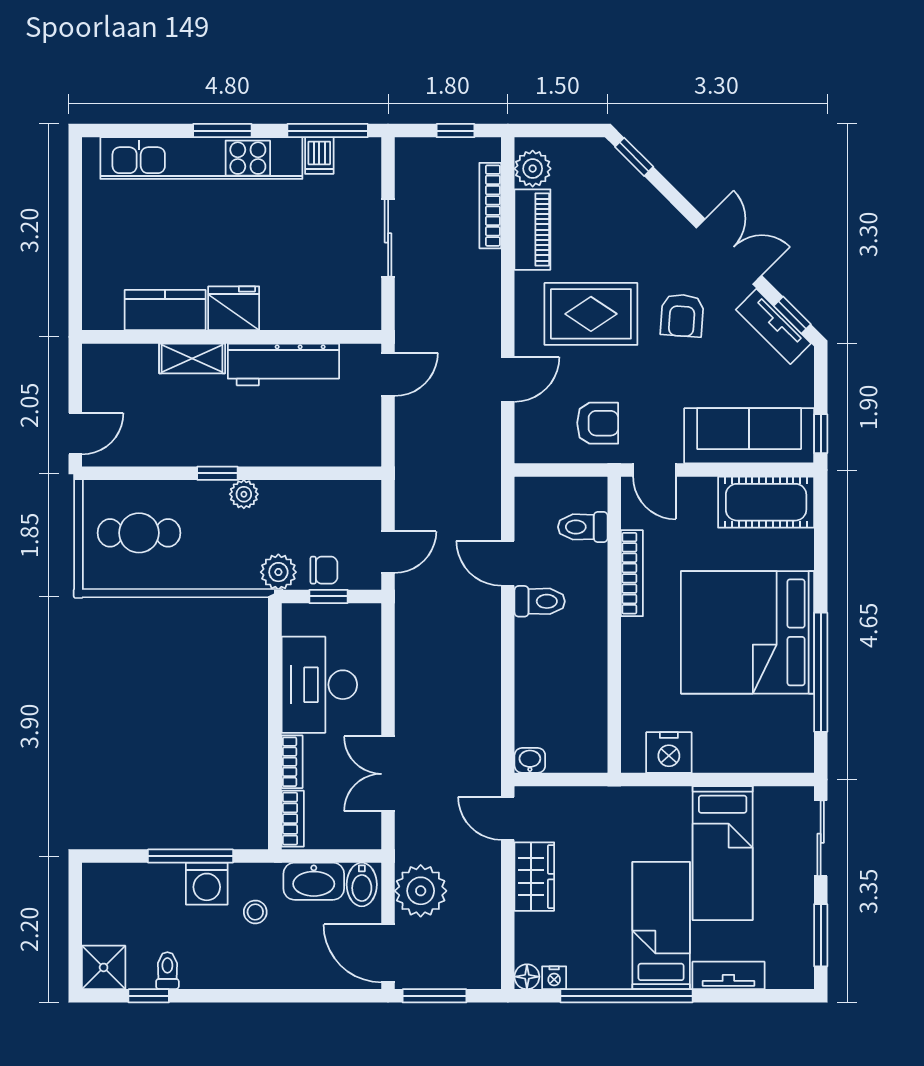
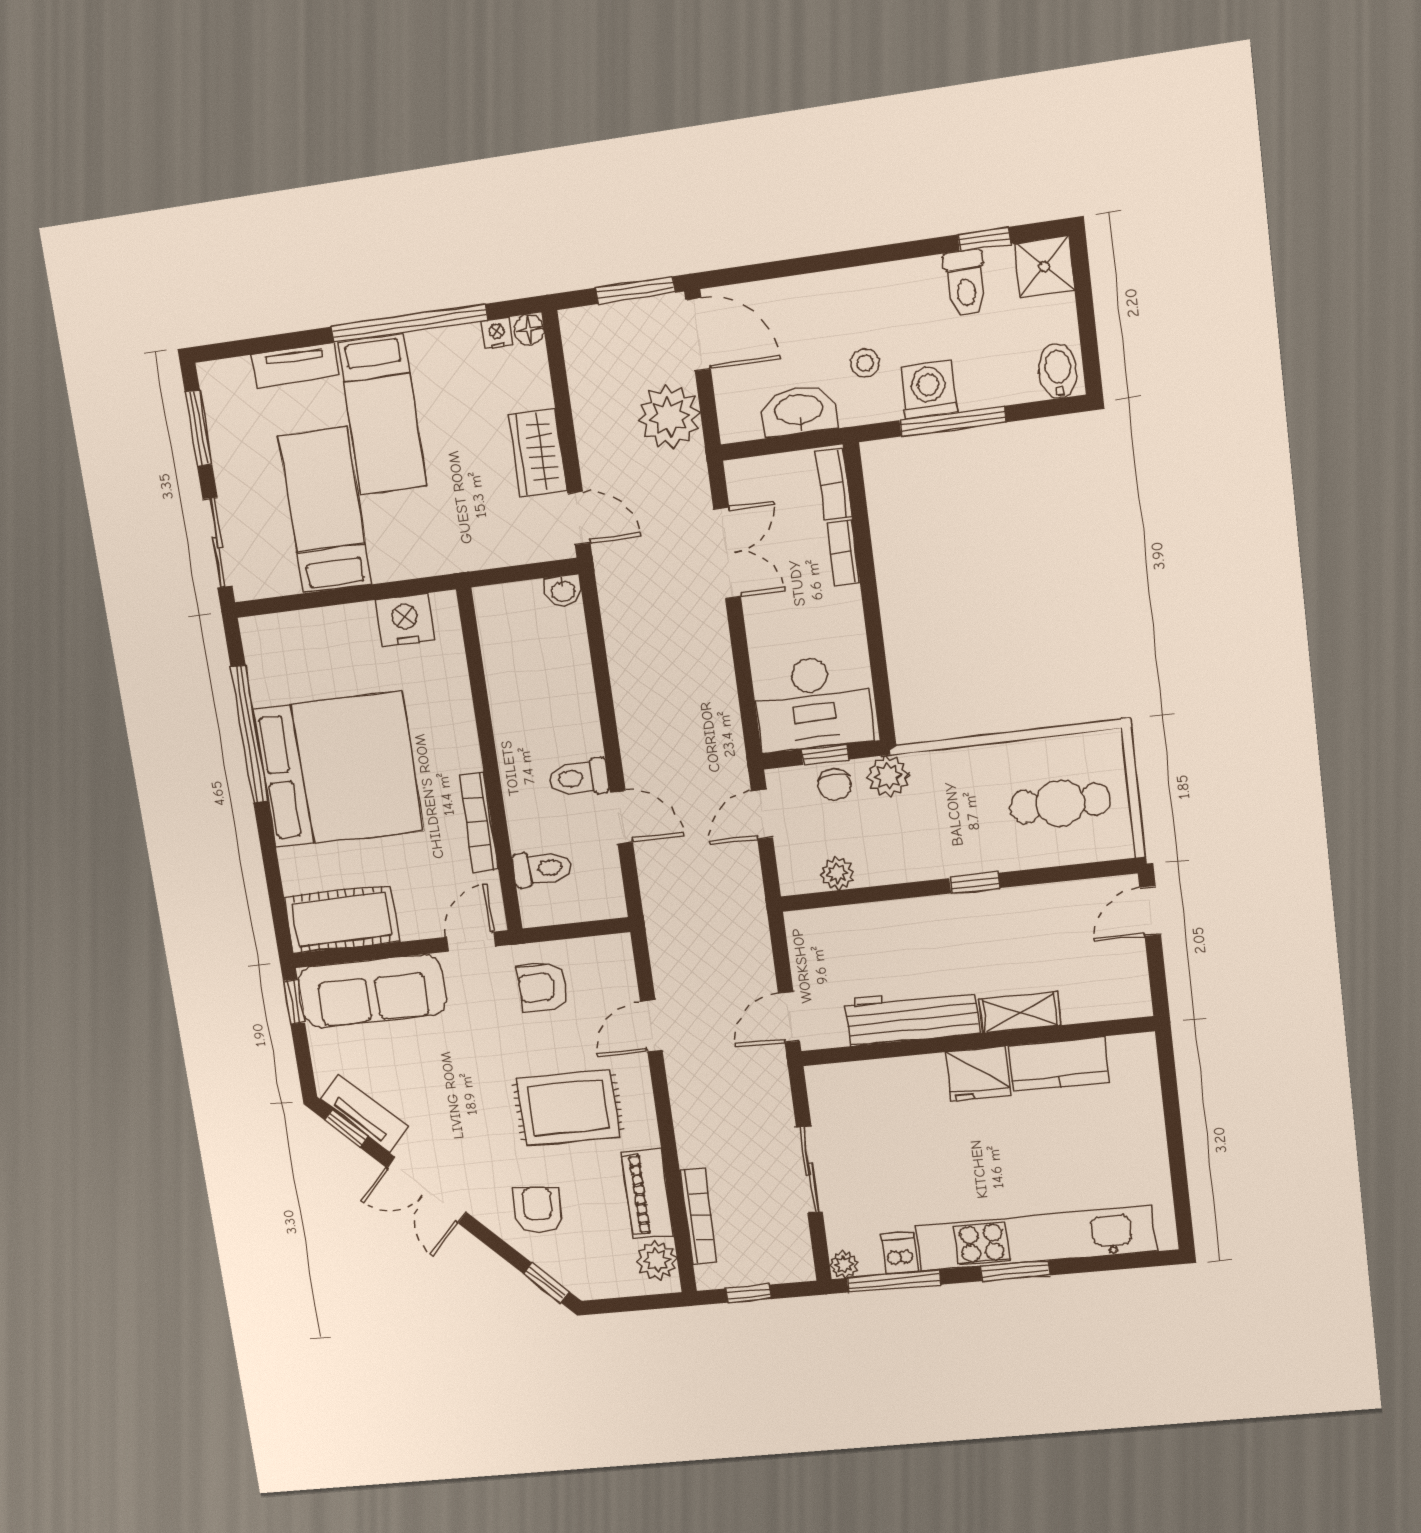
plant: (369, 150) -> (844, 1265), added
armchair: (682, 315) -> (538, 1210), moved
door: (654, 470) -> (471, 942), hinge flipped
plant: (244, 494) -> (837, 874), moved
chair: (324, 570) -> (834, 785), turned -90
desk: (319, 685) -> (813, 703), moved, turned 90
bidet: (362, 884) -> (1058, 371), moved
toilet: (167, 971) -> (965, 283), width x1.37, depth x1.39

